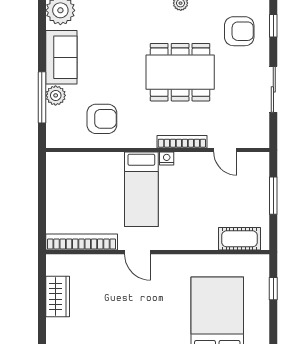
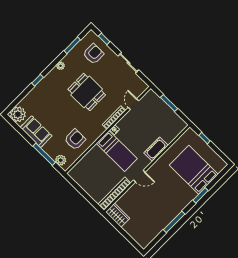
dining table: (180, 72) -> (87, 92), width x0.73
plant: (56, 95) -> (61, 160), moved
door: (225, 150) -> (133, 104), swing flipped
cot: (240, 239) -> (156, 149), moved
wardrobe: (58, 297) -> (118, 215), moved

